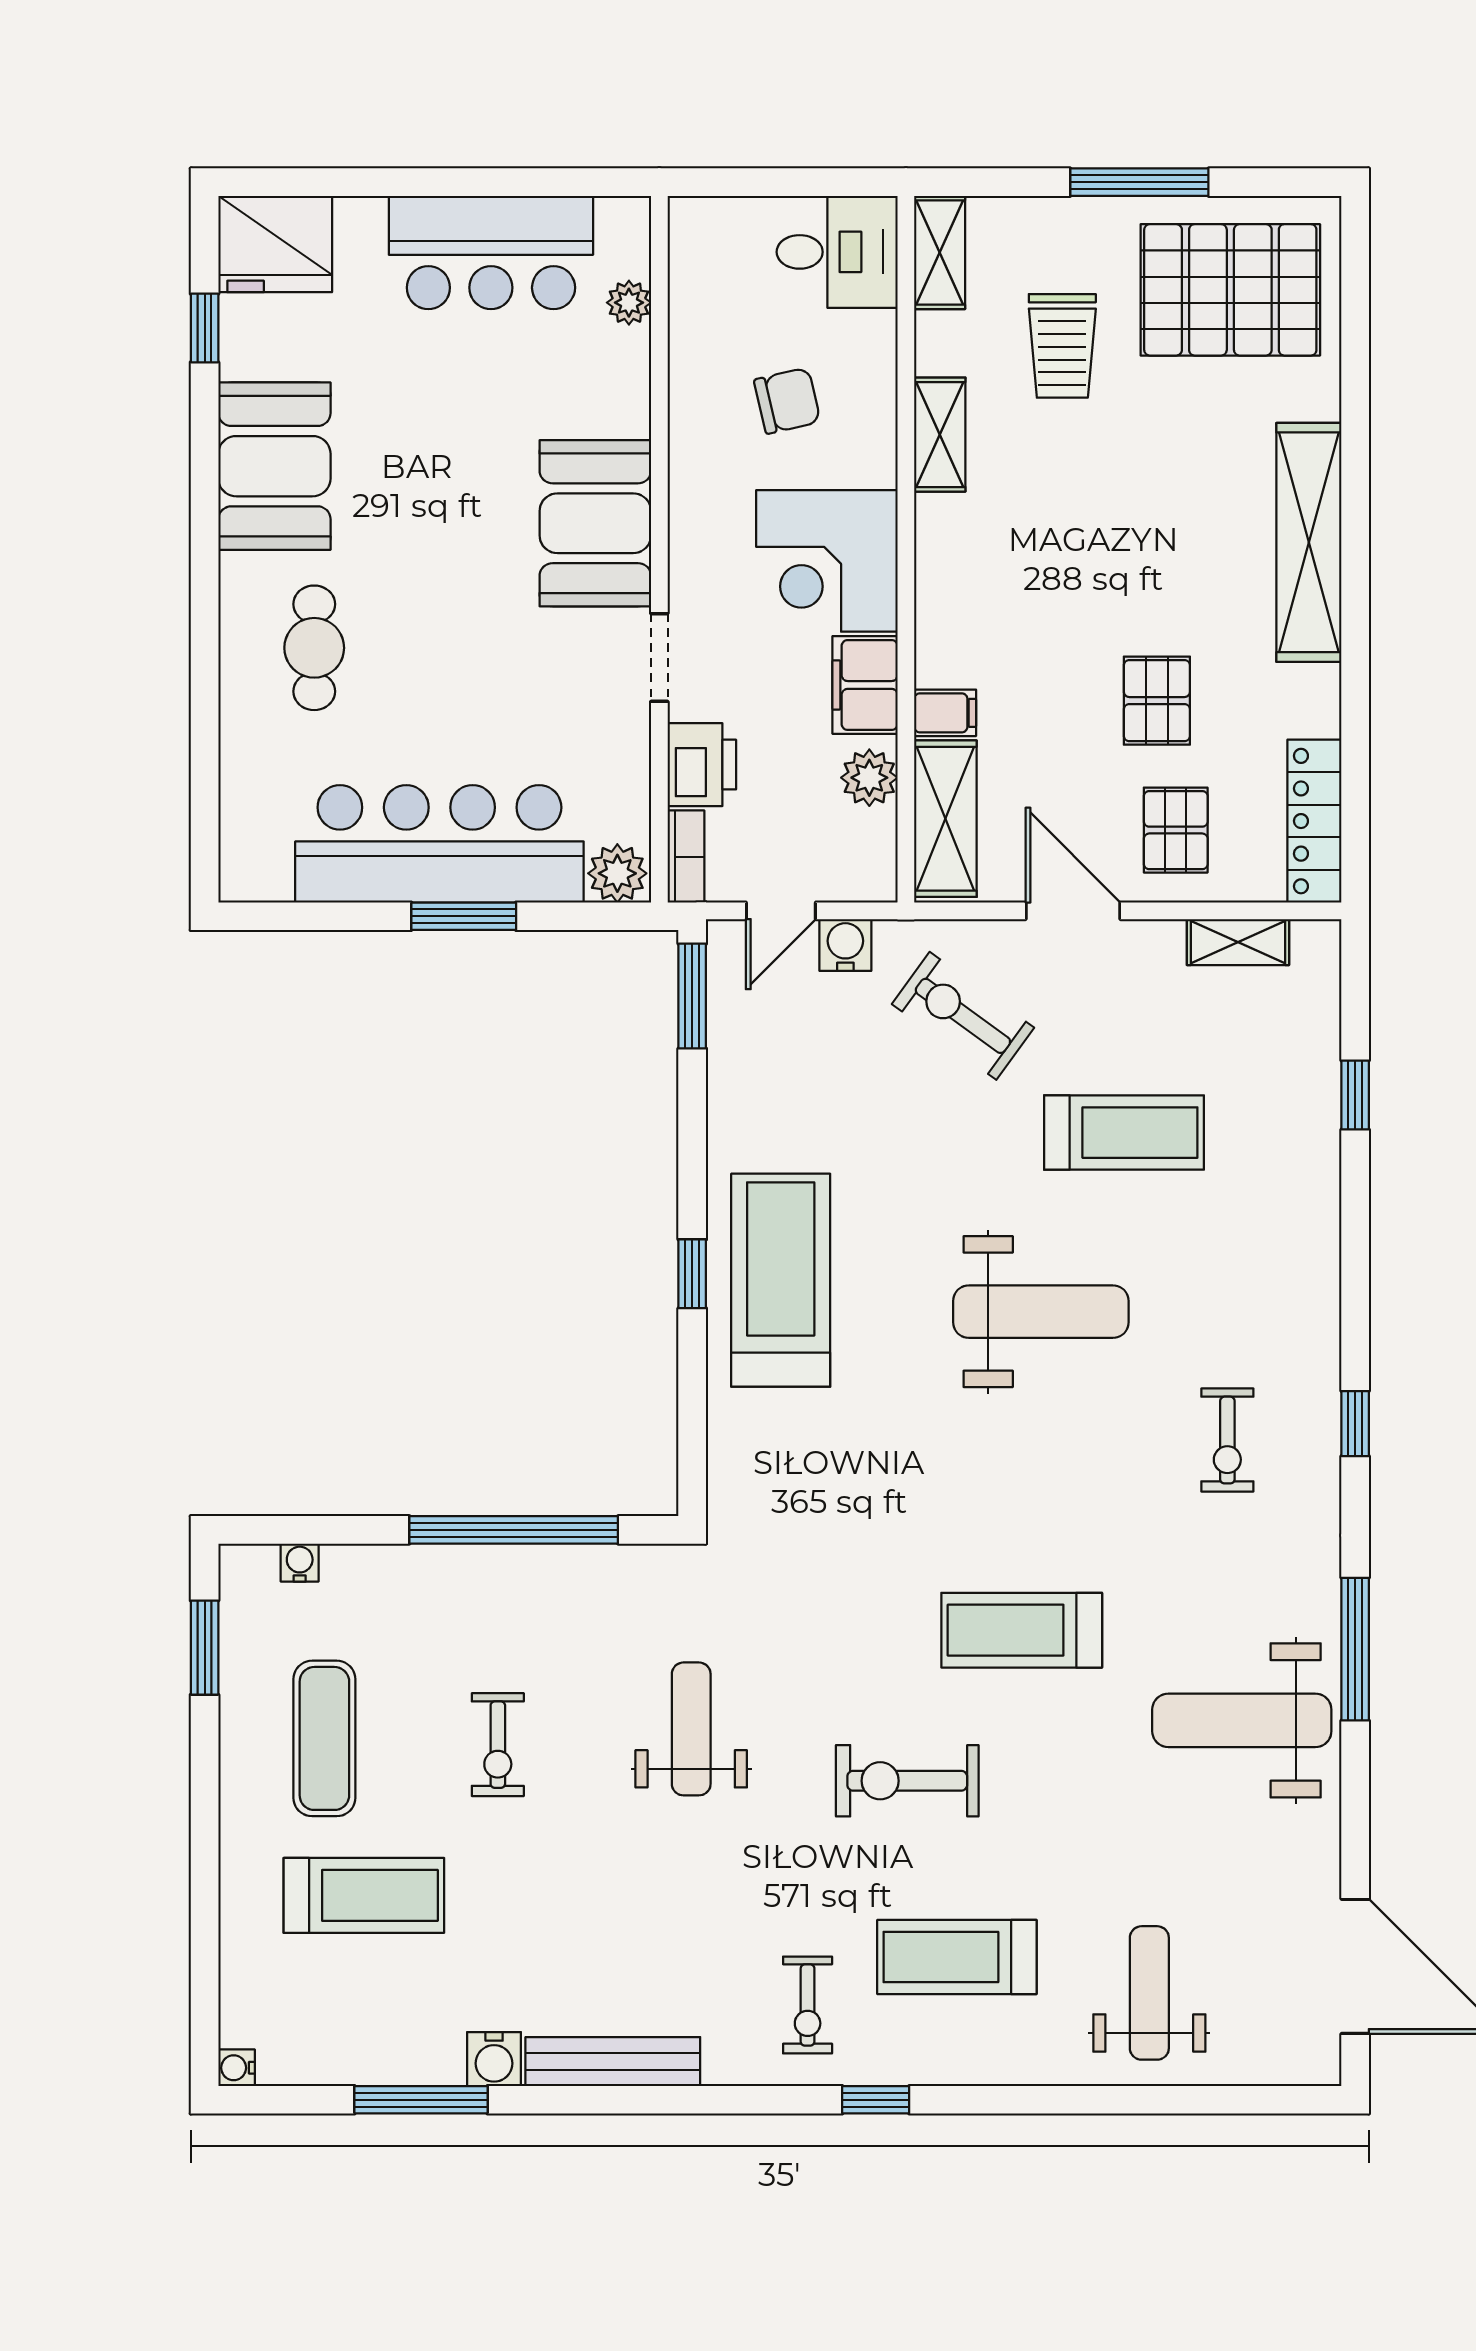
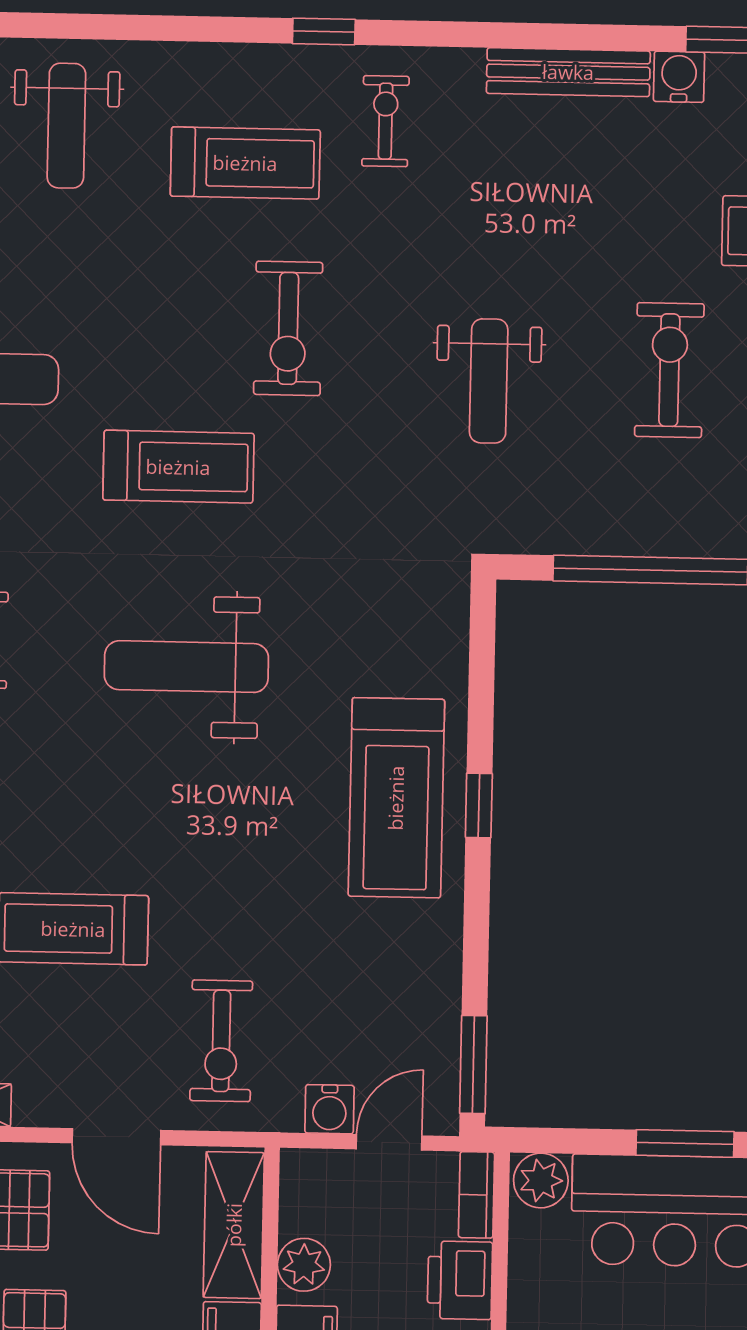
exercise bike: (963, 1016) -> (221, 1041), turned 54
weight bench: (1041, 1312) -> (186, 667), moved
exercise bike: (498, 1745) -> (669, 370), width x1.38, depth x1.39
exercise bike: (907, 1781) -> (288, 328), turned 90

